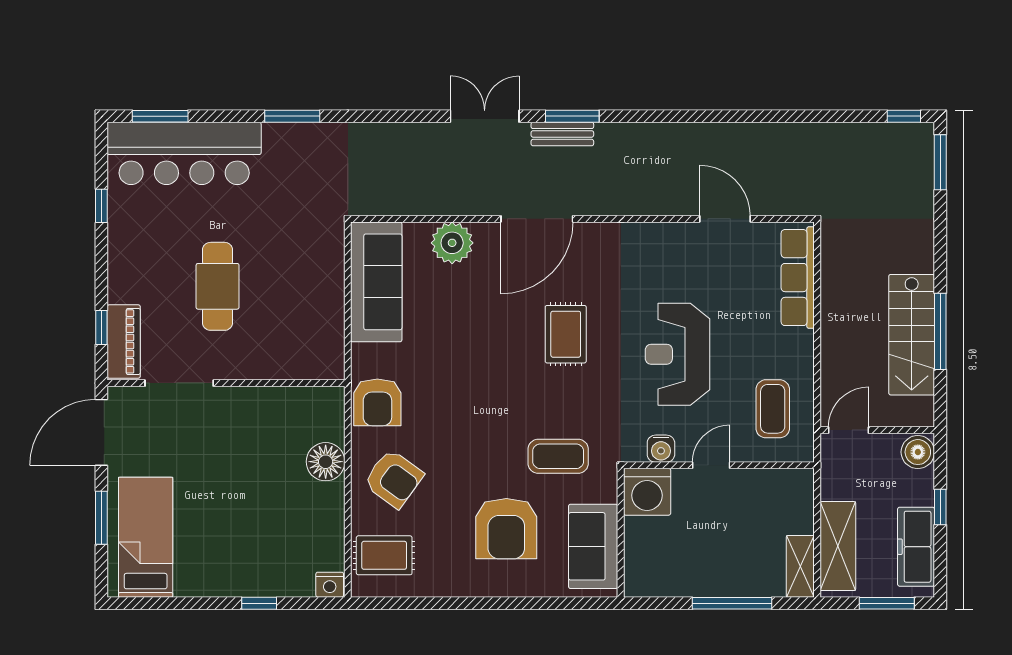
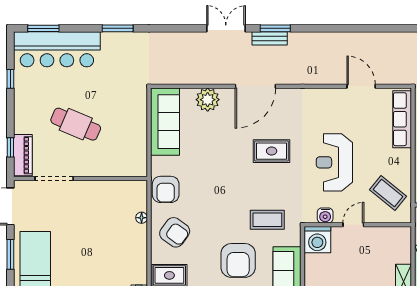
cafe table: (218, 286) -> (76, 124), turned -67
rug: (566, 334) -> (272, 151), turned 90
coffee table: (773, 409) -> (388, 193), turned -51
floor lamp: (326, 462) -> (142, 218), width x0.53, depth x0.53

